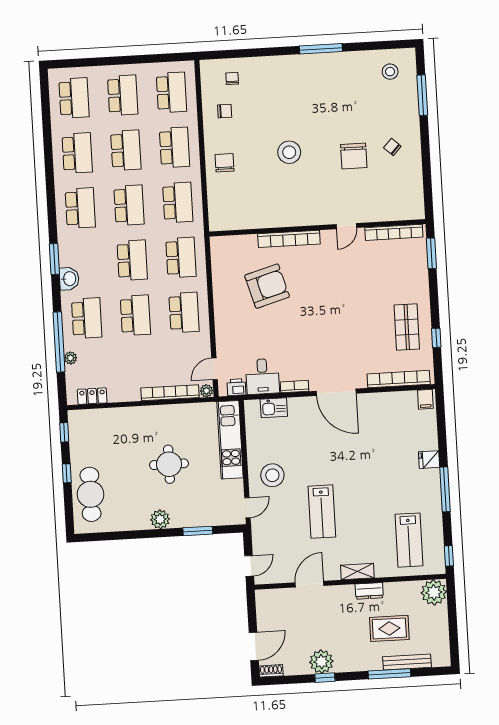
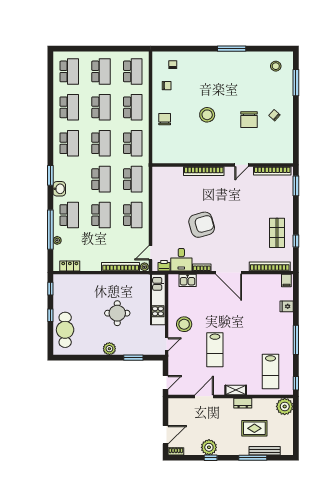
armchair: (267, 286) -> (202, 225), moved
fridge: (429, 460) -> (287, 306), moved

